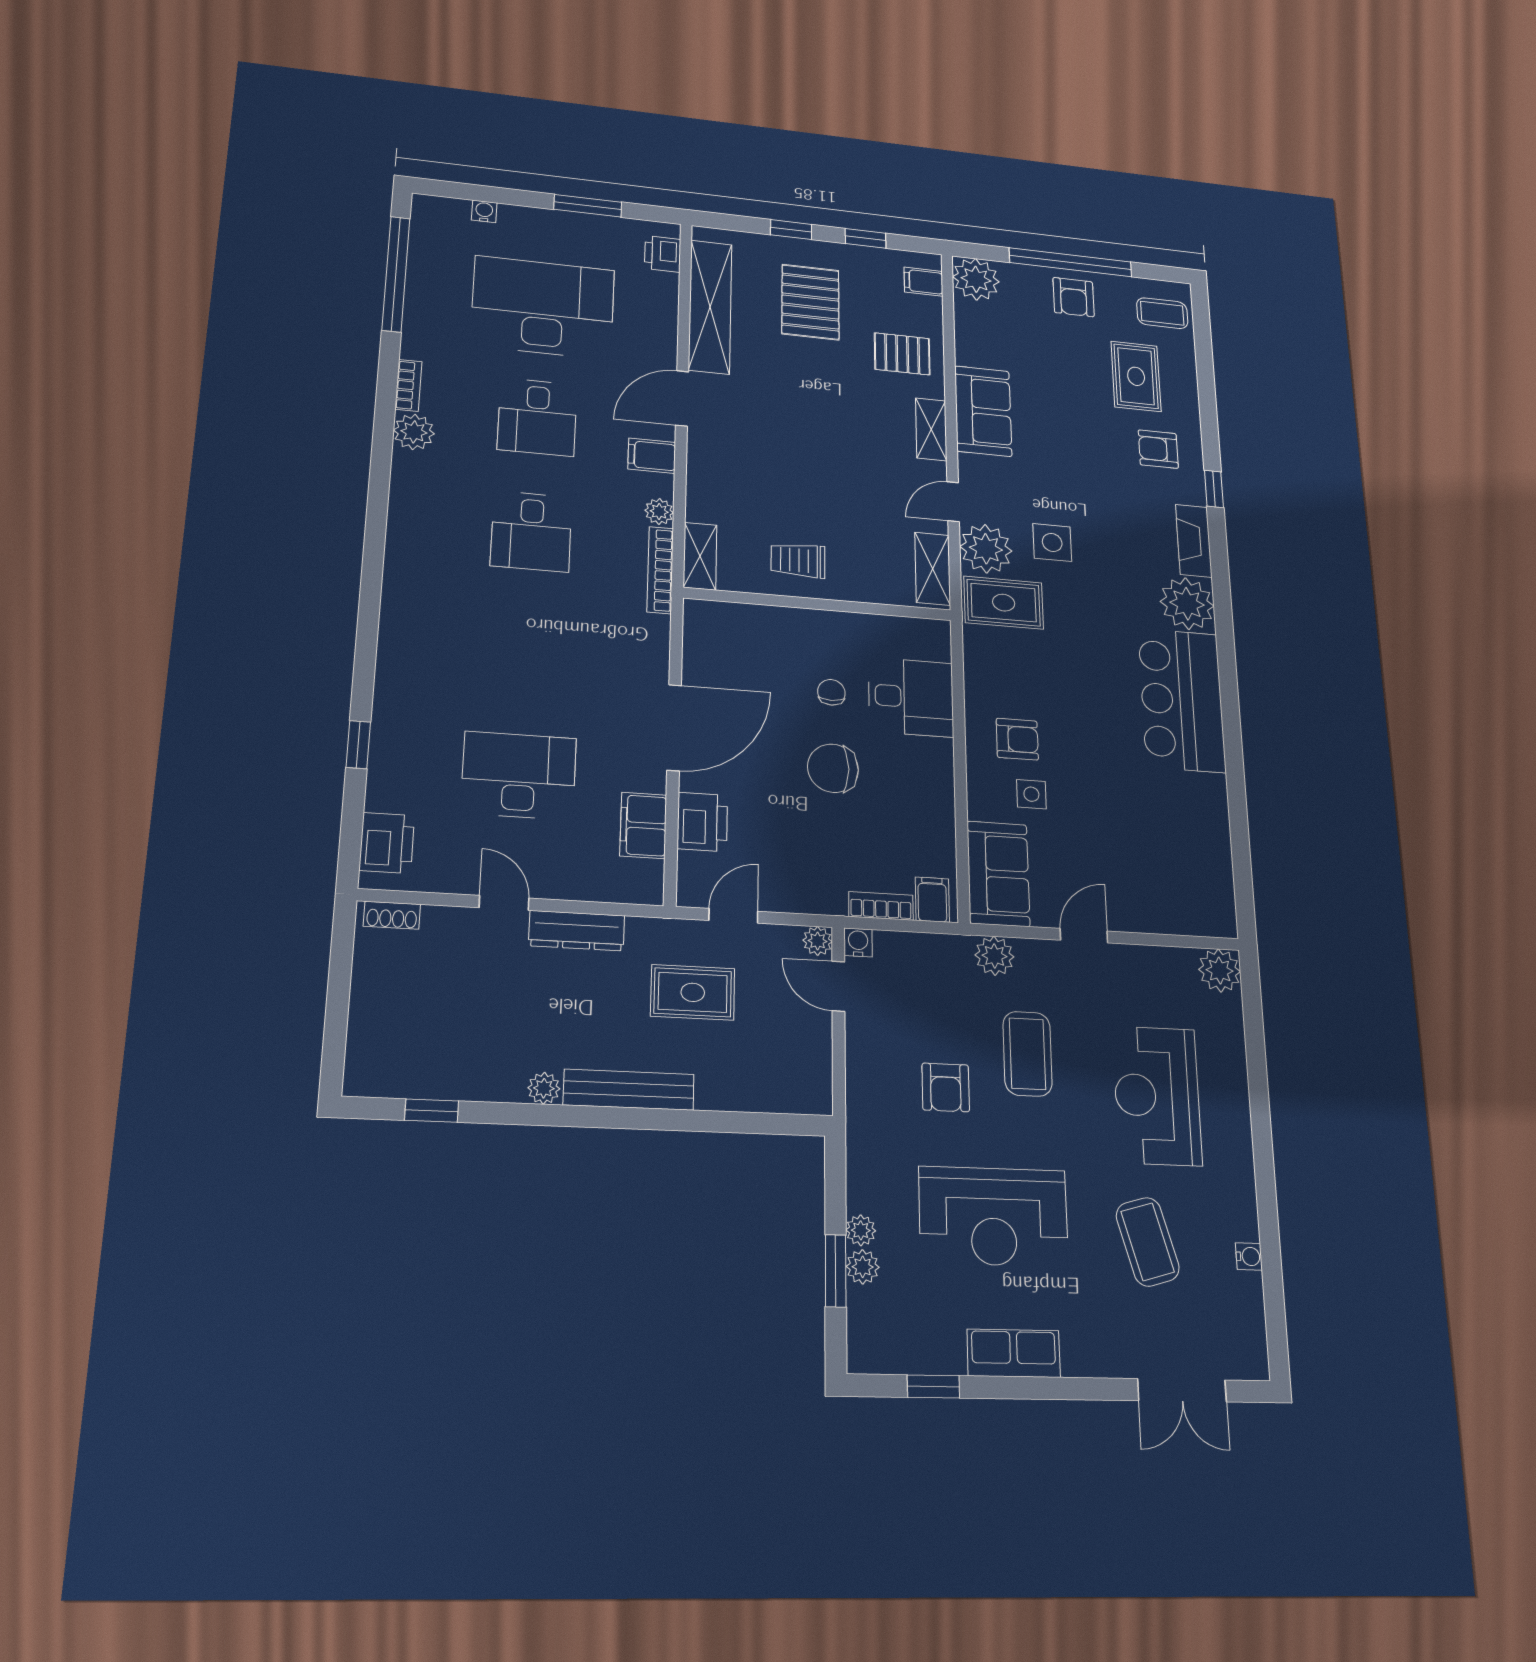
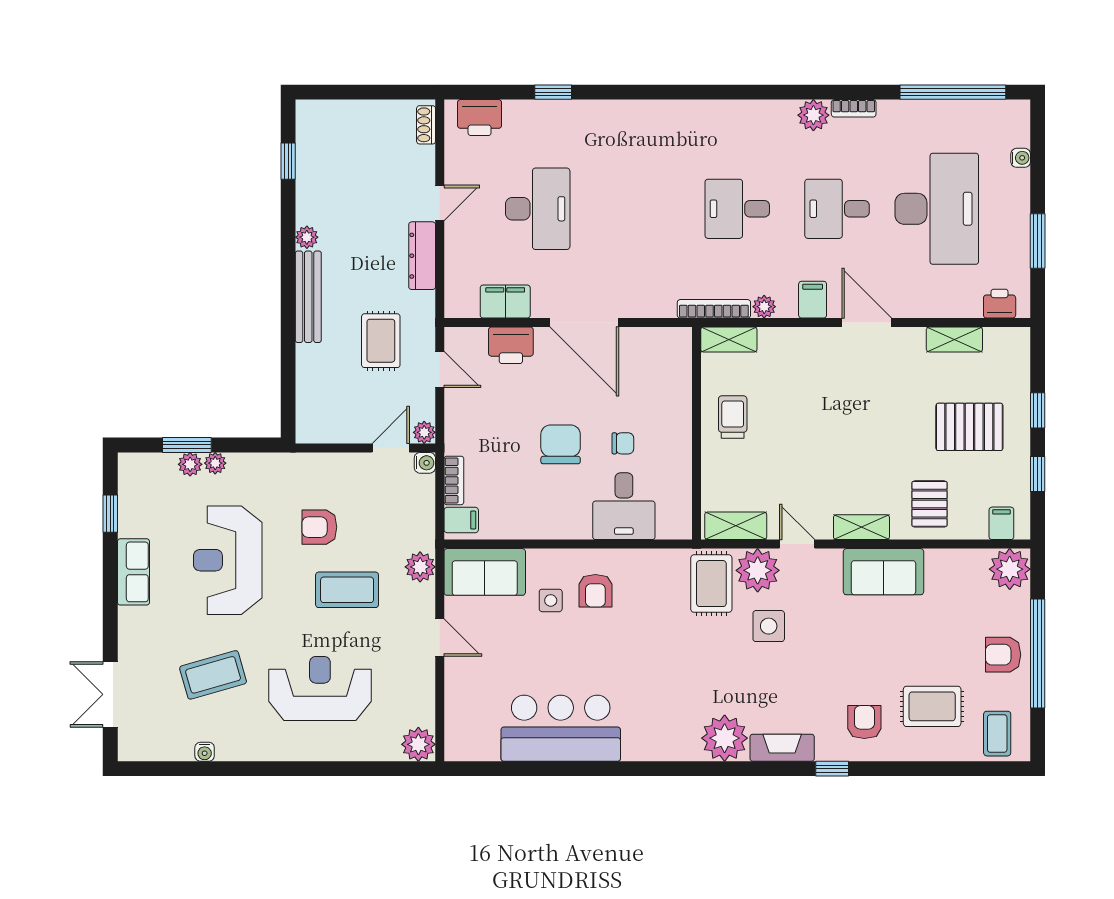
shelving: (710, 307) -> (954, 339), width x0.45, depth x0.75
bar counter: (1182, 700) -> (561, 728), moved

